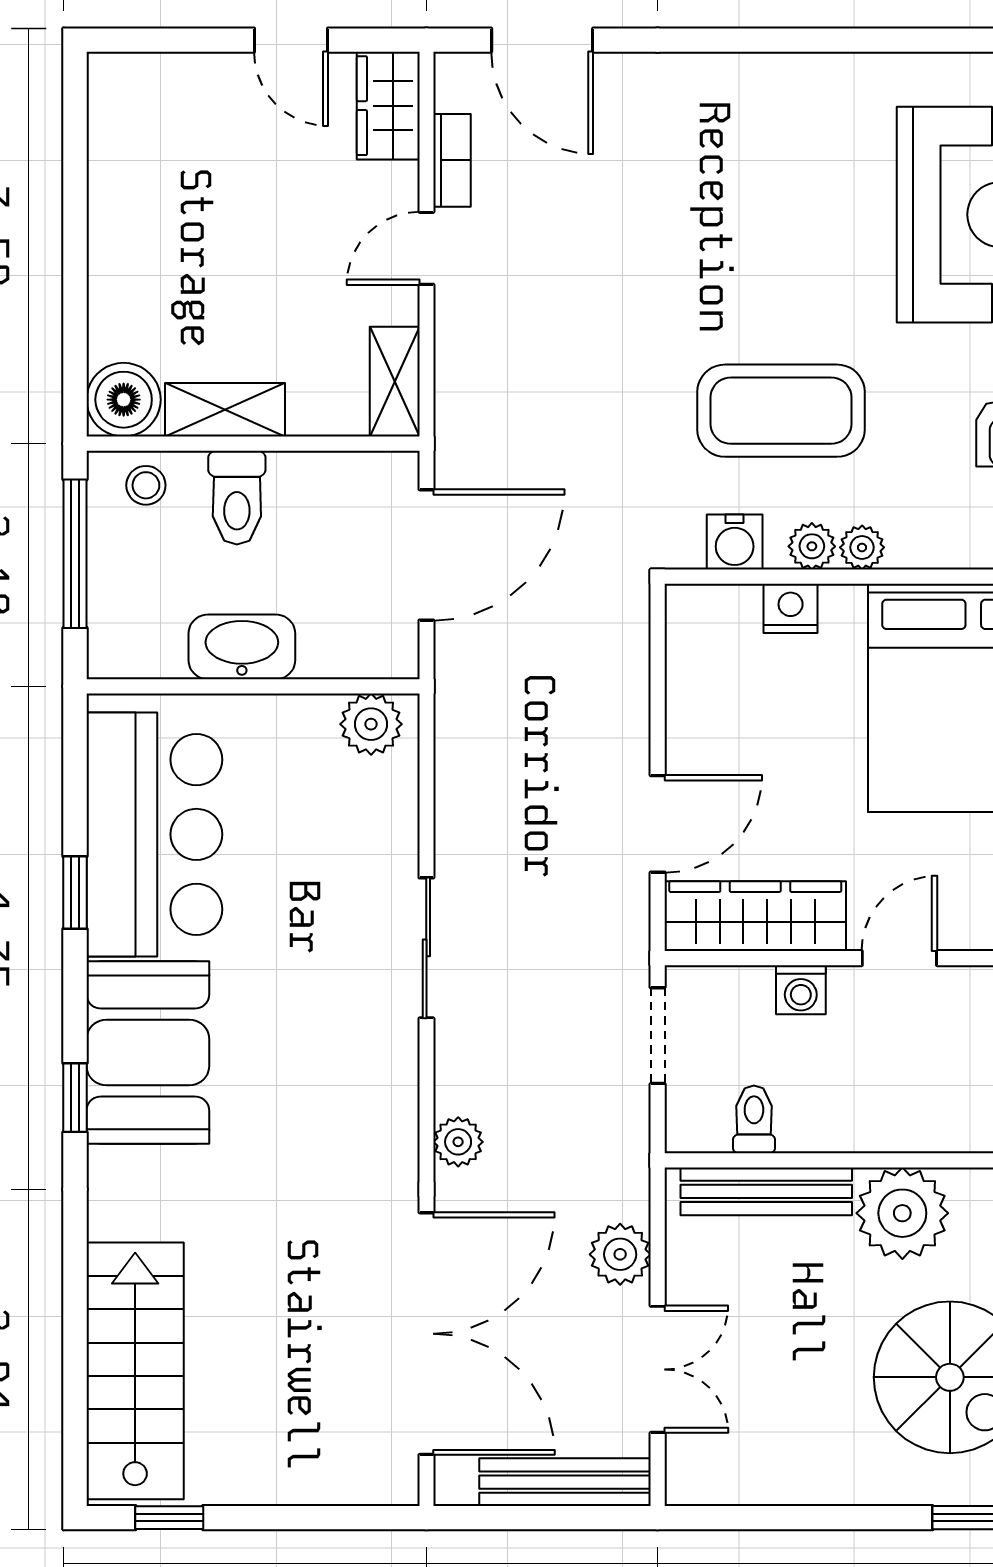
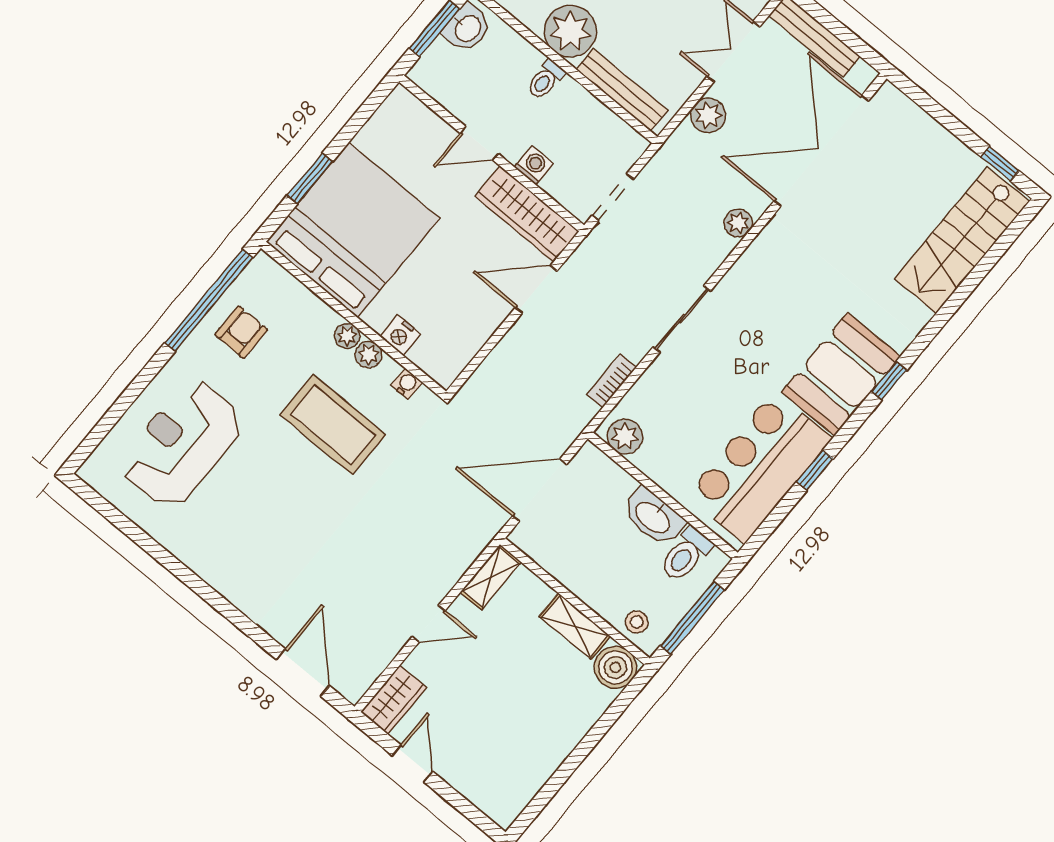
bookcase: (452, 160) -> (612, 381), moved
toilet: (237, 498) -> (686, 554), moved, turned 180
water cooler: (735, 542) -> (407, 384), width x0.72, depth x0.72
toilet: (754, 1119) -> (546, 80), moved

